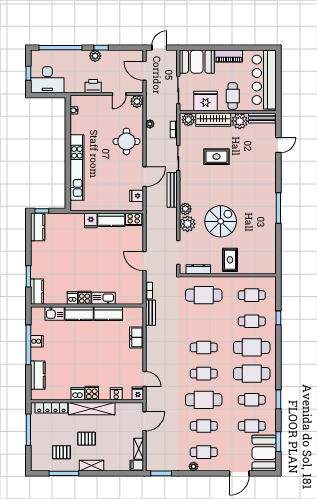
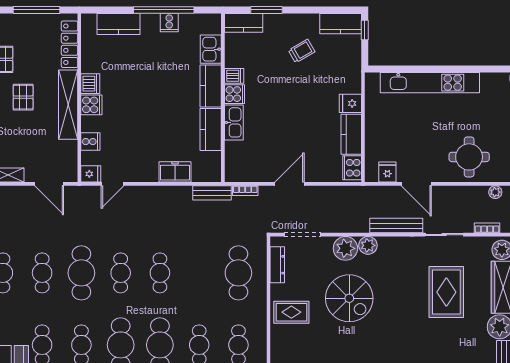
rug: (216, 157) -> (446, 292), width x1.36, depth x1.43
trolley: (56, 253) -> (302, 51), added

